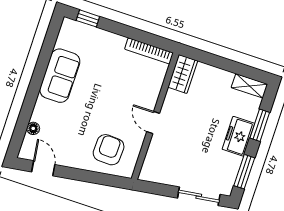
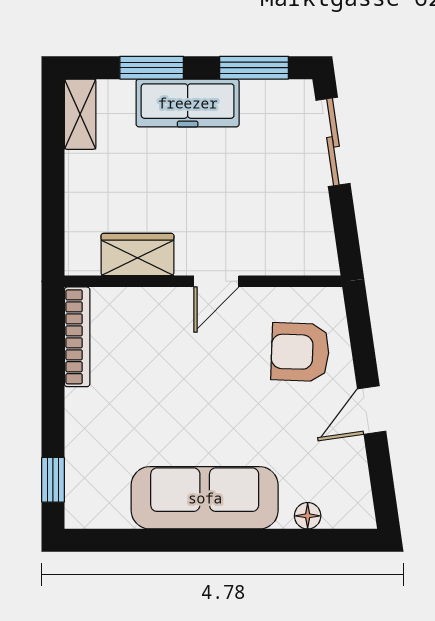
wardrobe: (183, 74) -> (137, 255), moved
sofa: (60, 76) -> (205, 498), width x1.36
freezer: (238, 136) -> (188, 103), width x1.40
door: (43, 168) -> (372, 410), moved

